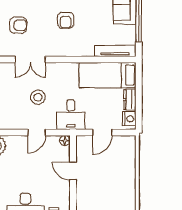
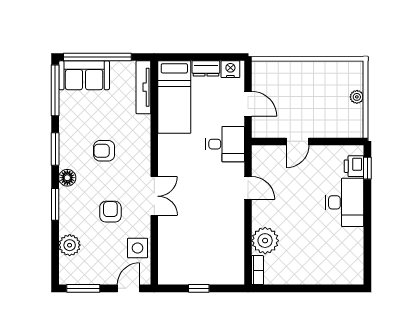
armchair: (66, 20) -> (104, 151), turned 180
stool: (38, 97) -> (203, 186), removed
floor lamp: (65, 140) -> (258, 152), removed

